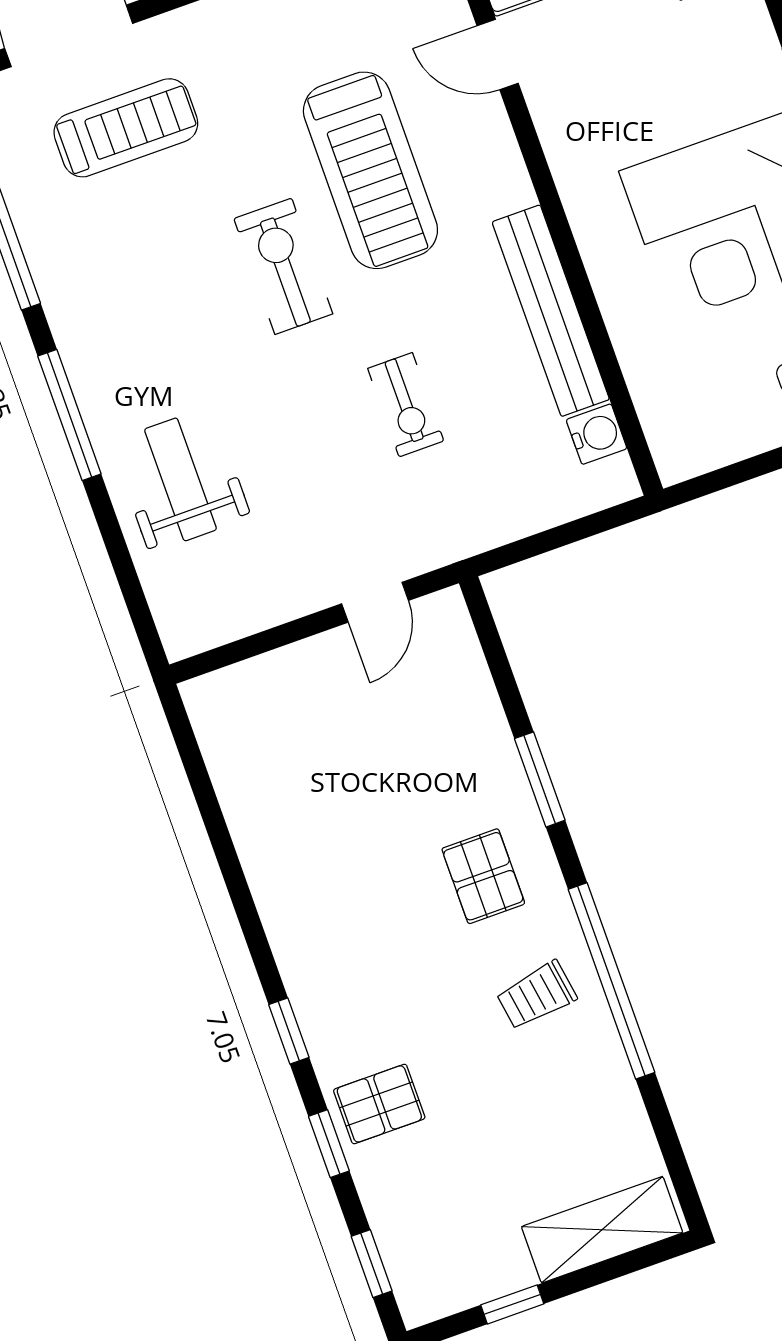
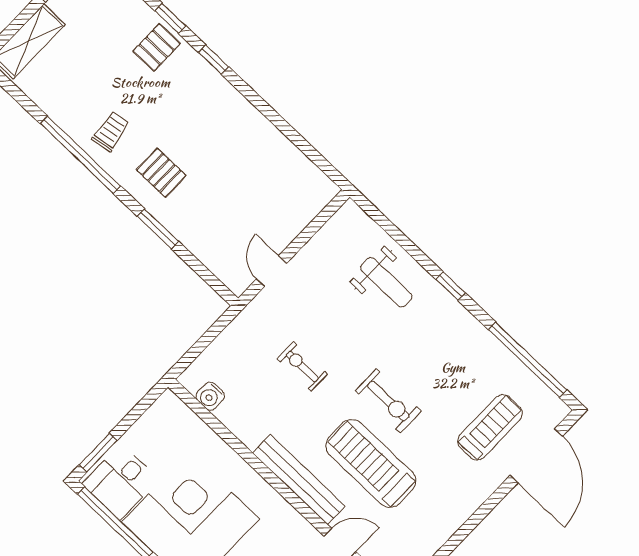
treadmill: (126, 128) -> (490, 427), turned 180
bench: (551, 311) -> (299, 480), moved
window: (69, 415) -> (451, 286), width x0.46

